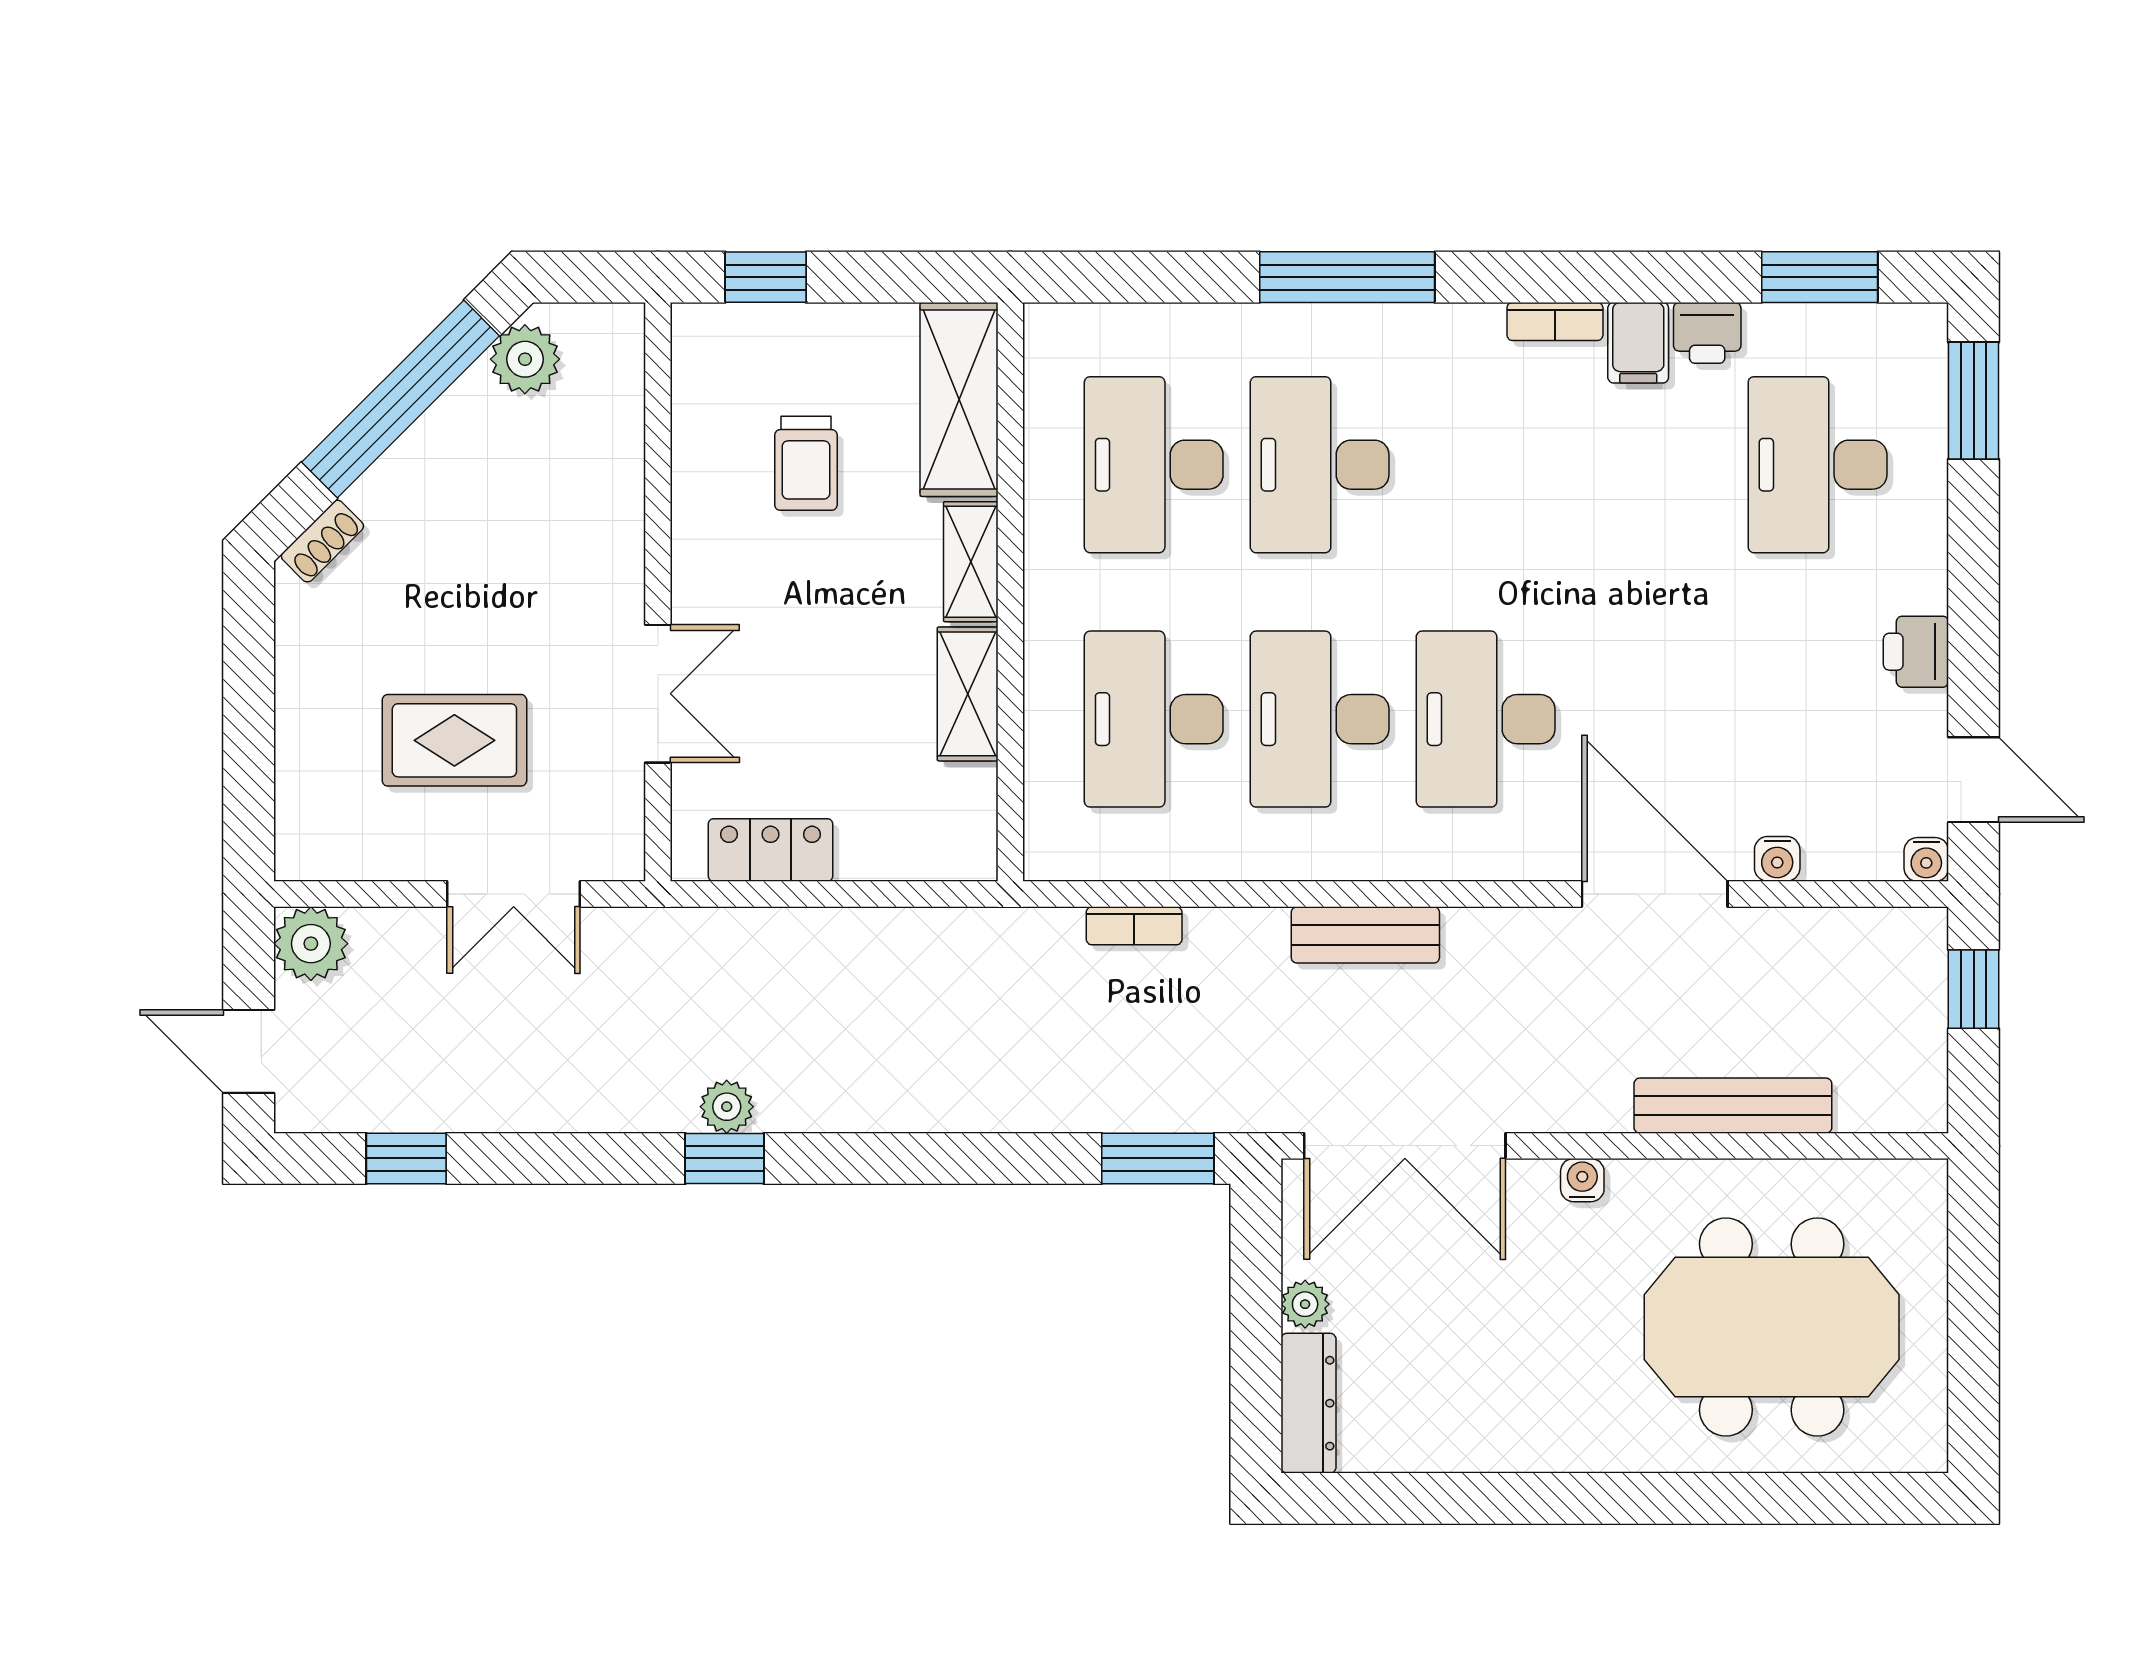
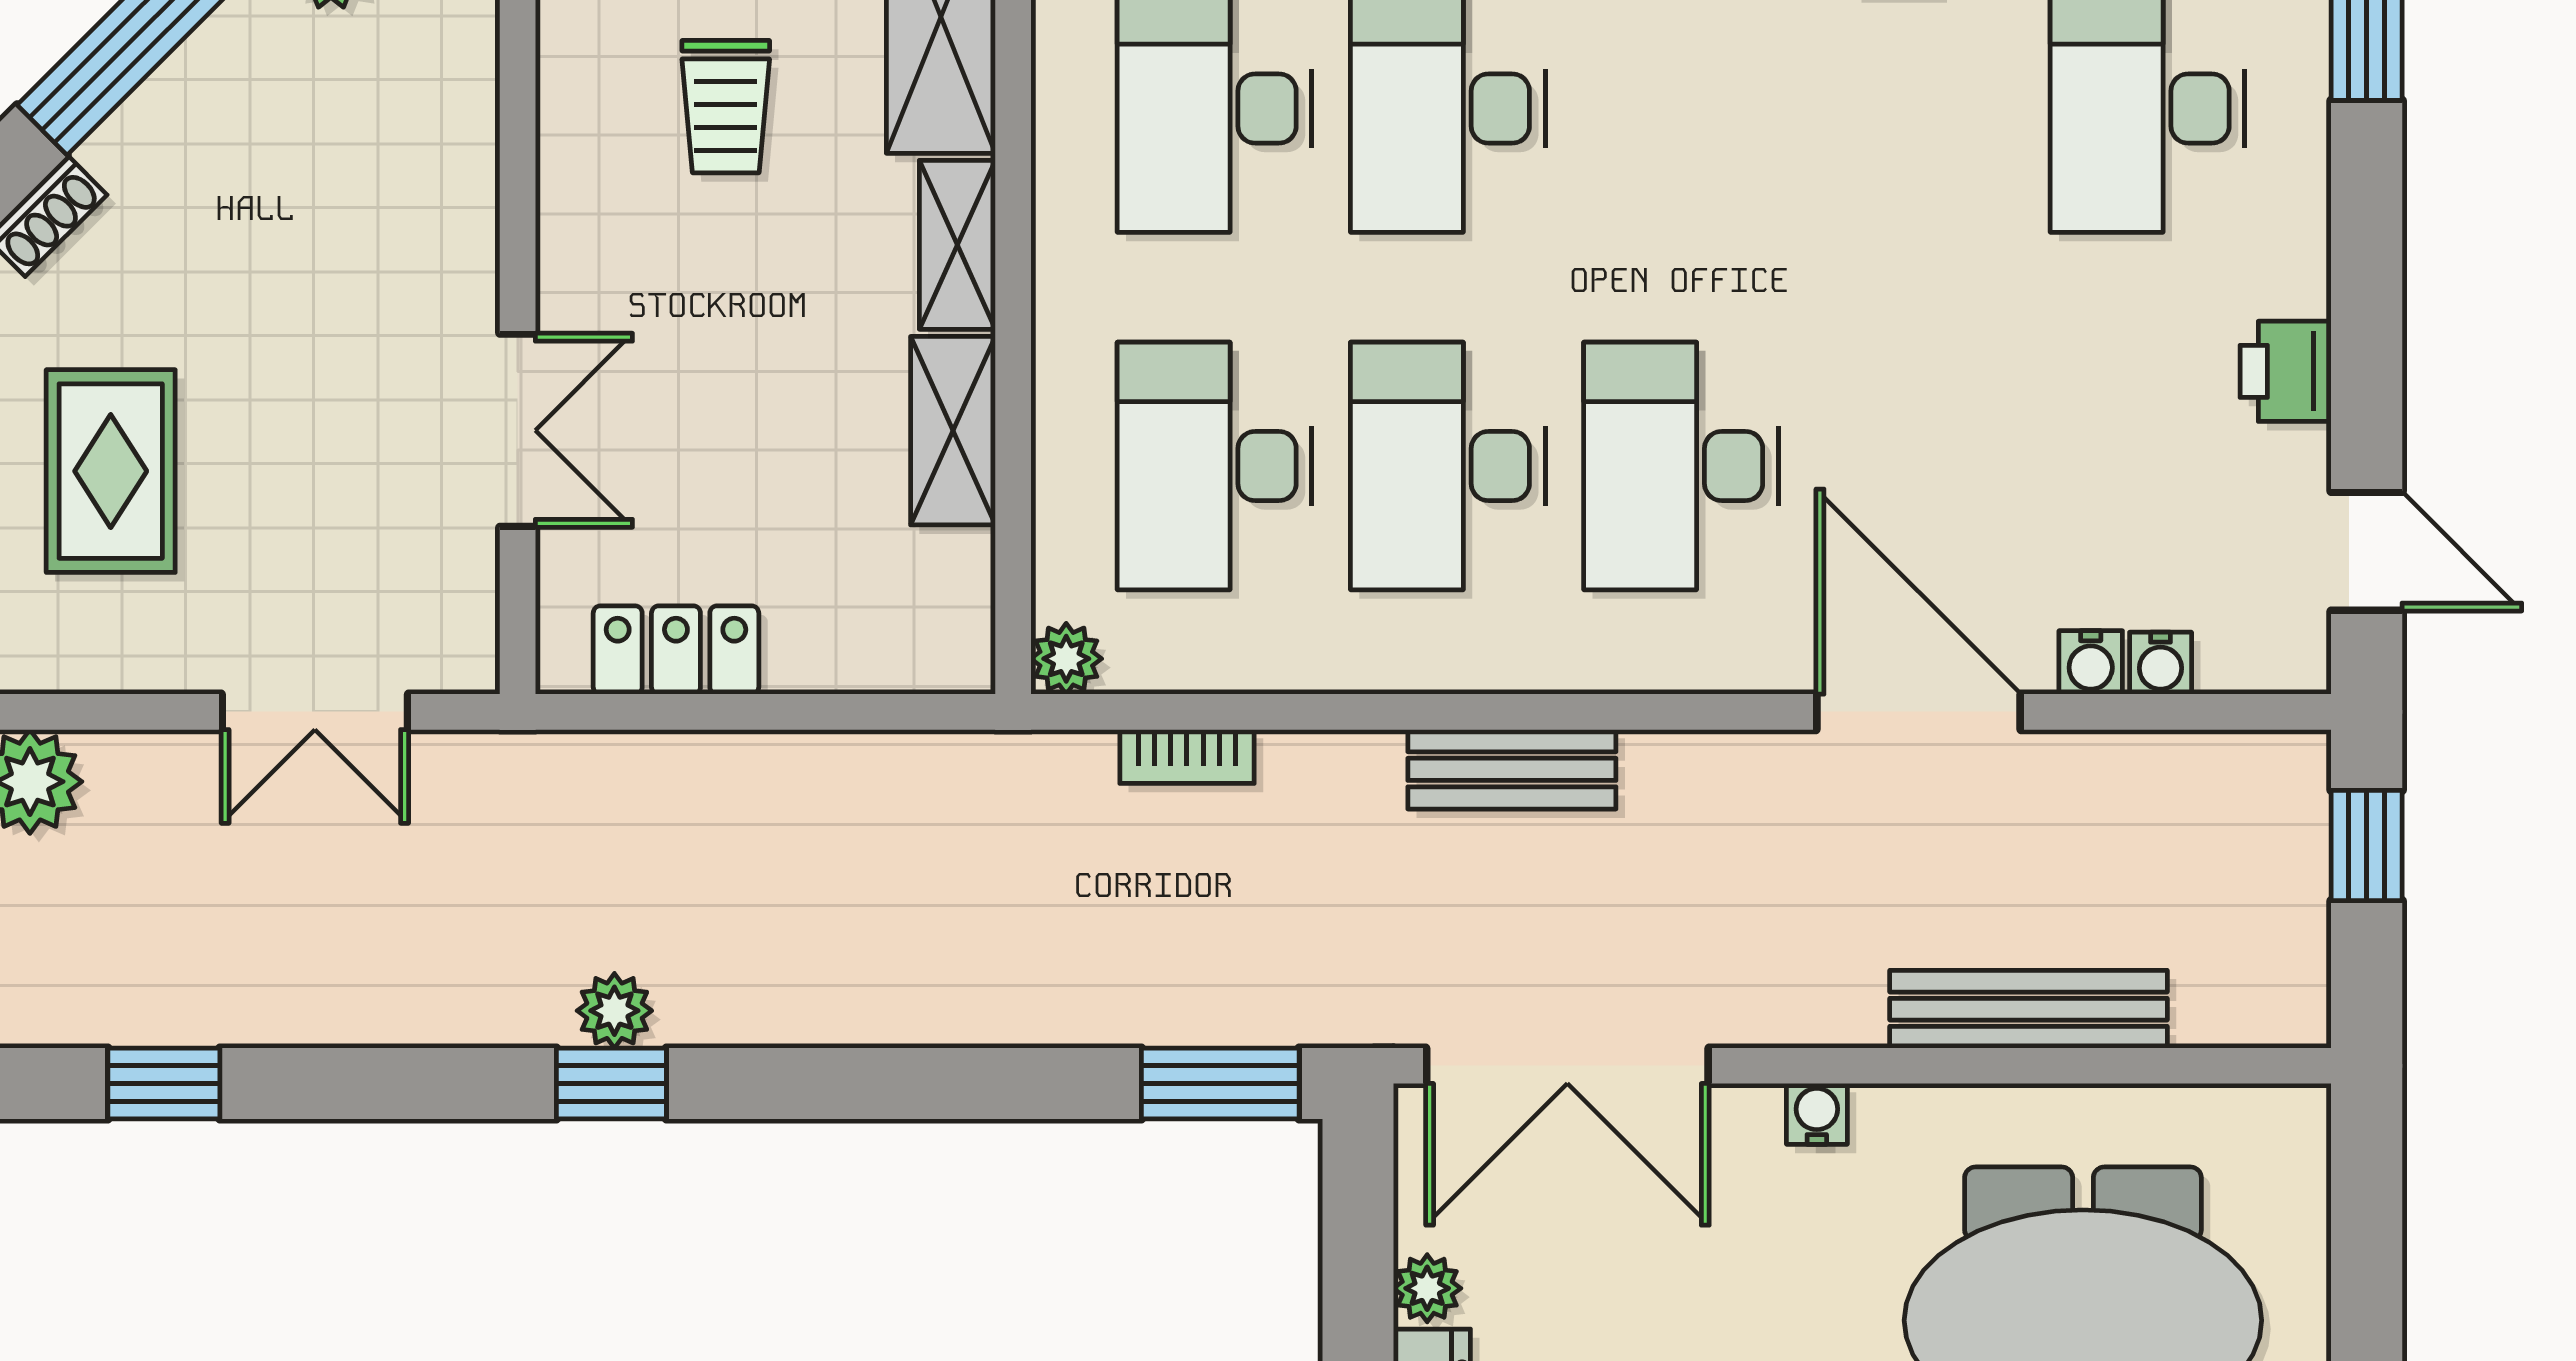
rug: (454, 740) -> (111, 471), moved, turned 90
plant: (1048, 856) -> (1066, 659), added
water cooler: (1926, 859) -> (2161, 663), moved

